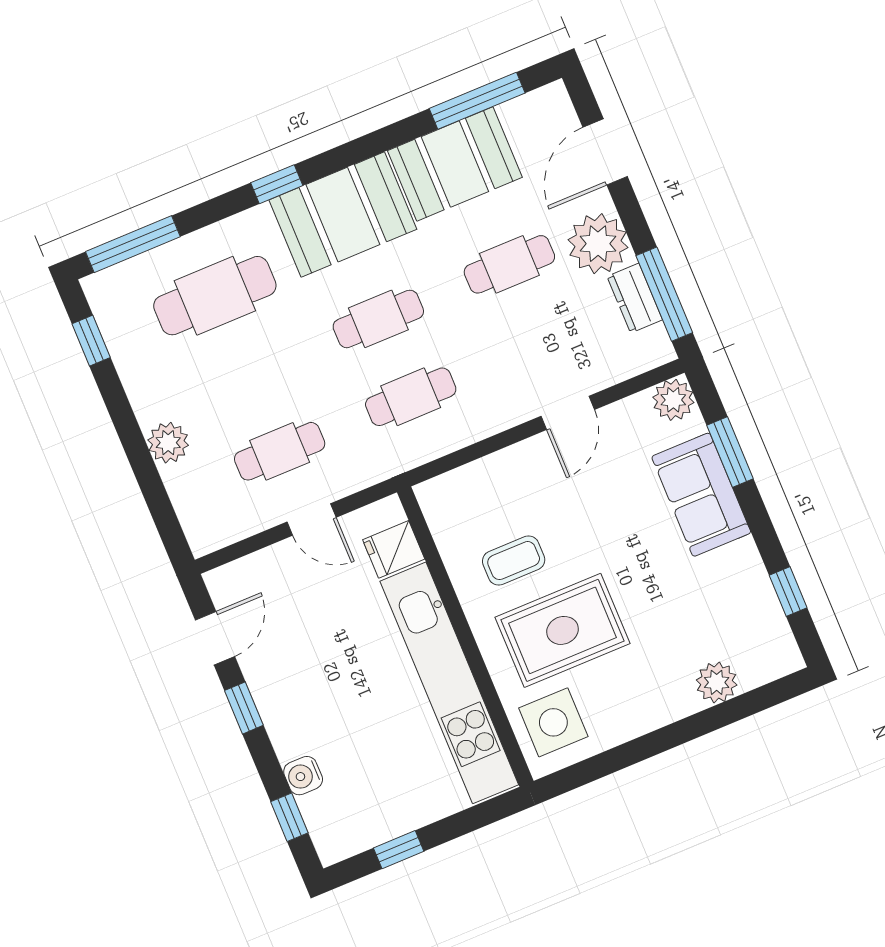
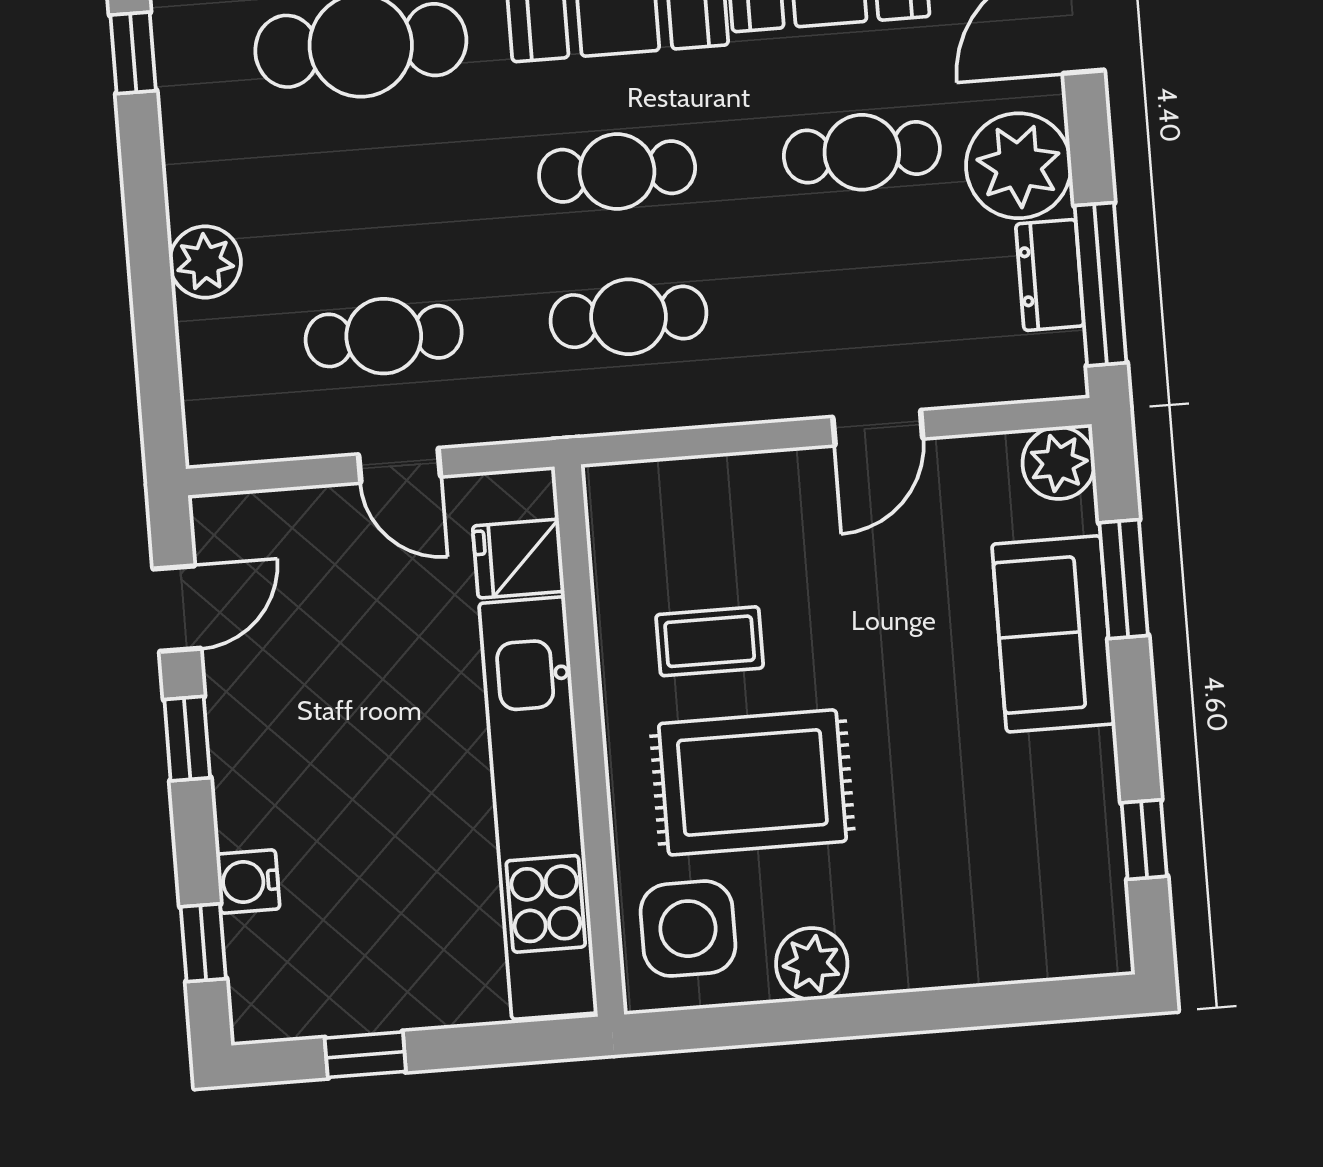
plant: (717, 682) -> (812, 964), moved

